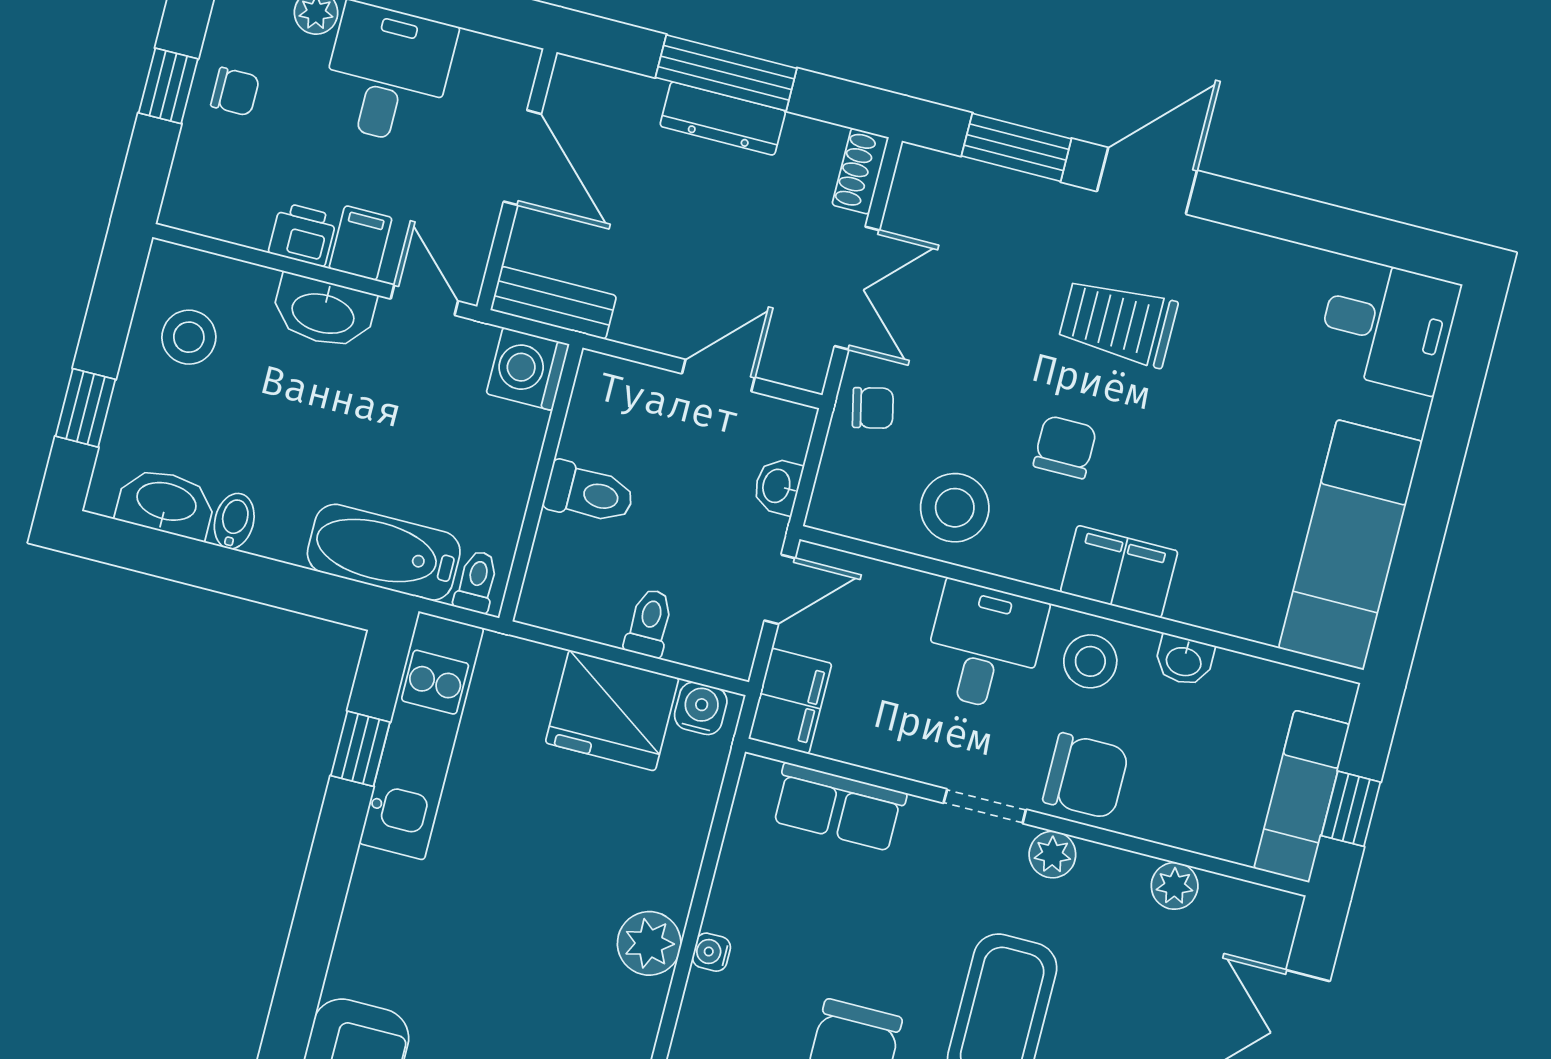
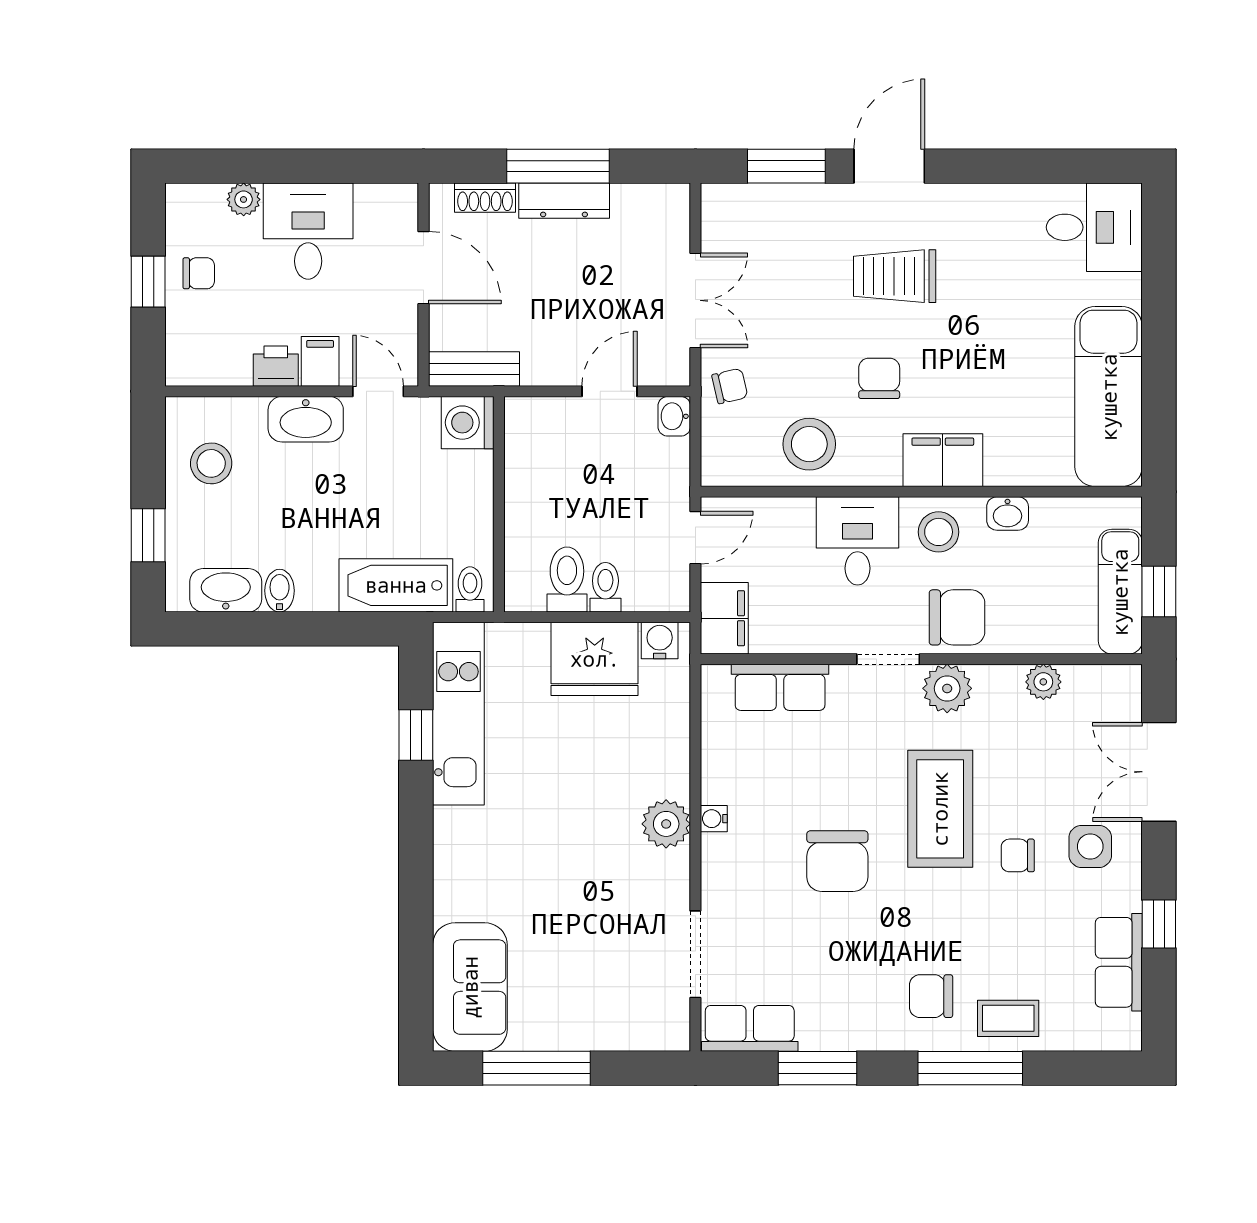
shoe rack: (860, 171) -> (485, 198), moved, turned -90
washbasin: (778, 486) -> (674, 416), moved
toilet: (589, 493) -> (567, 580), moved, turned -90
plant: (1052, 855) -> (947, 688), width x1.38, depth x1.38

